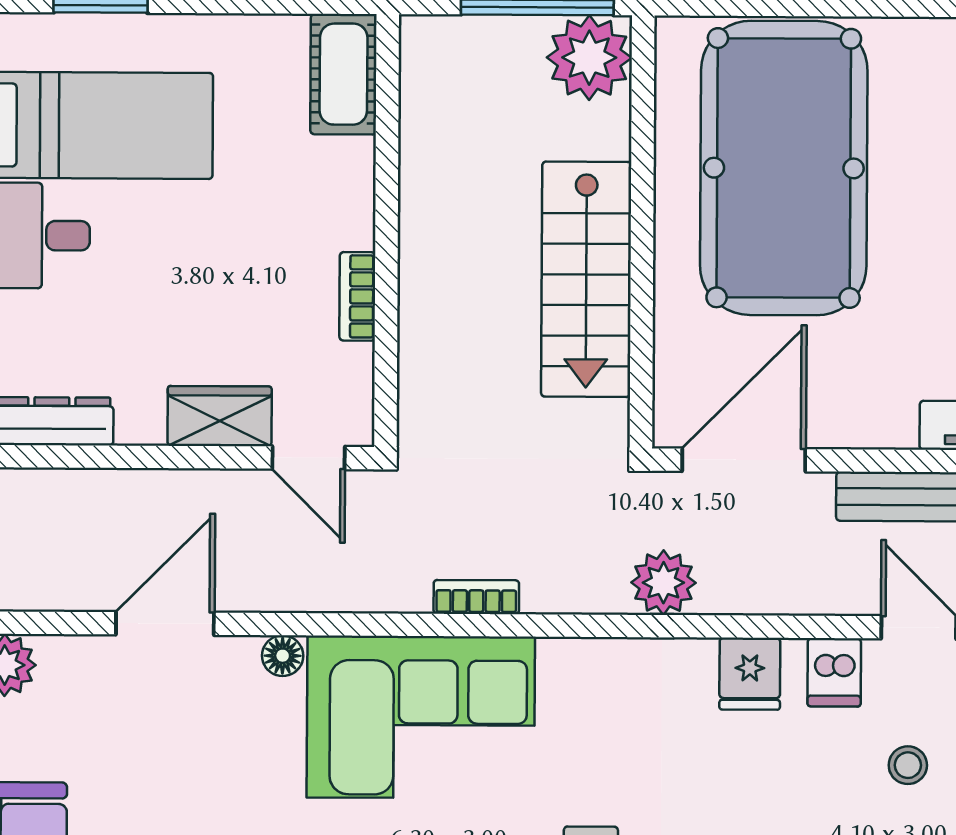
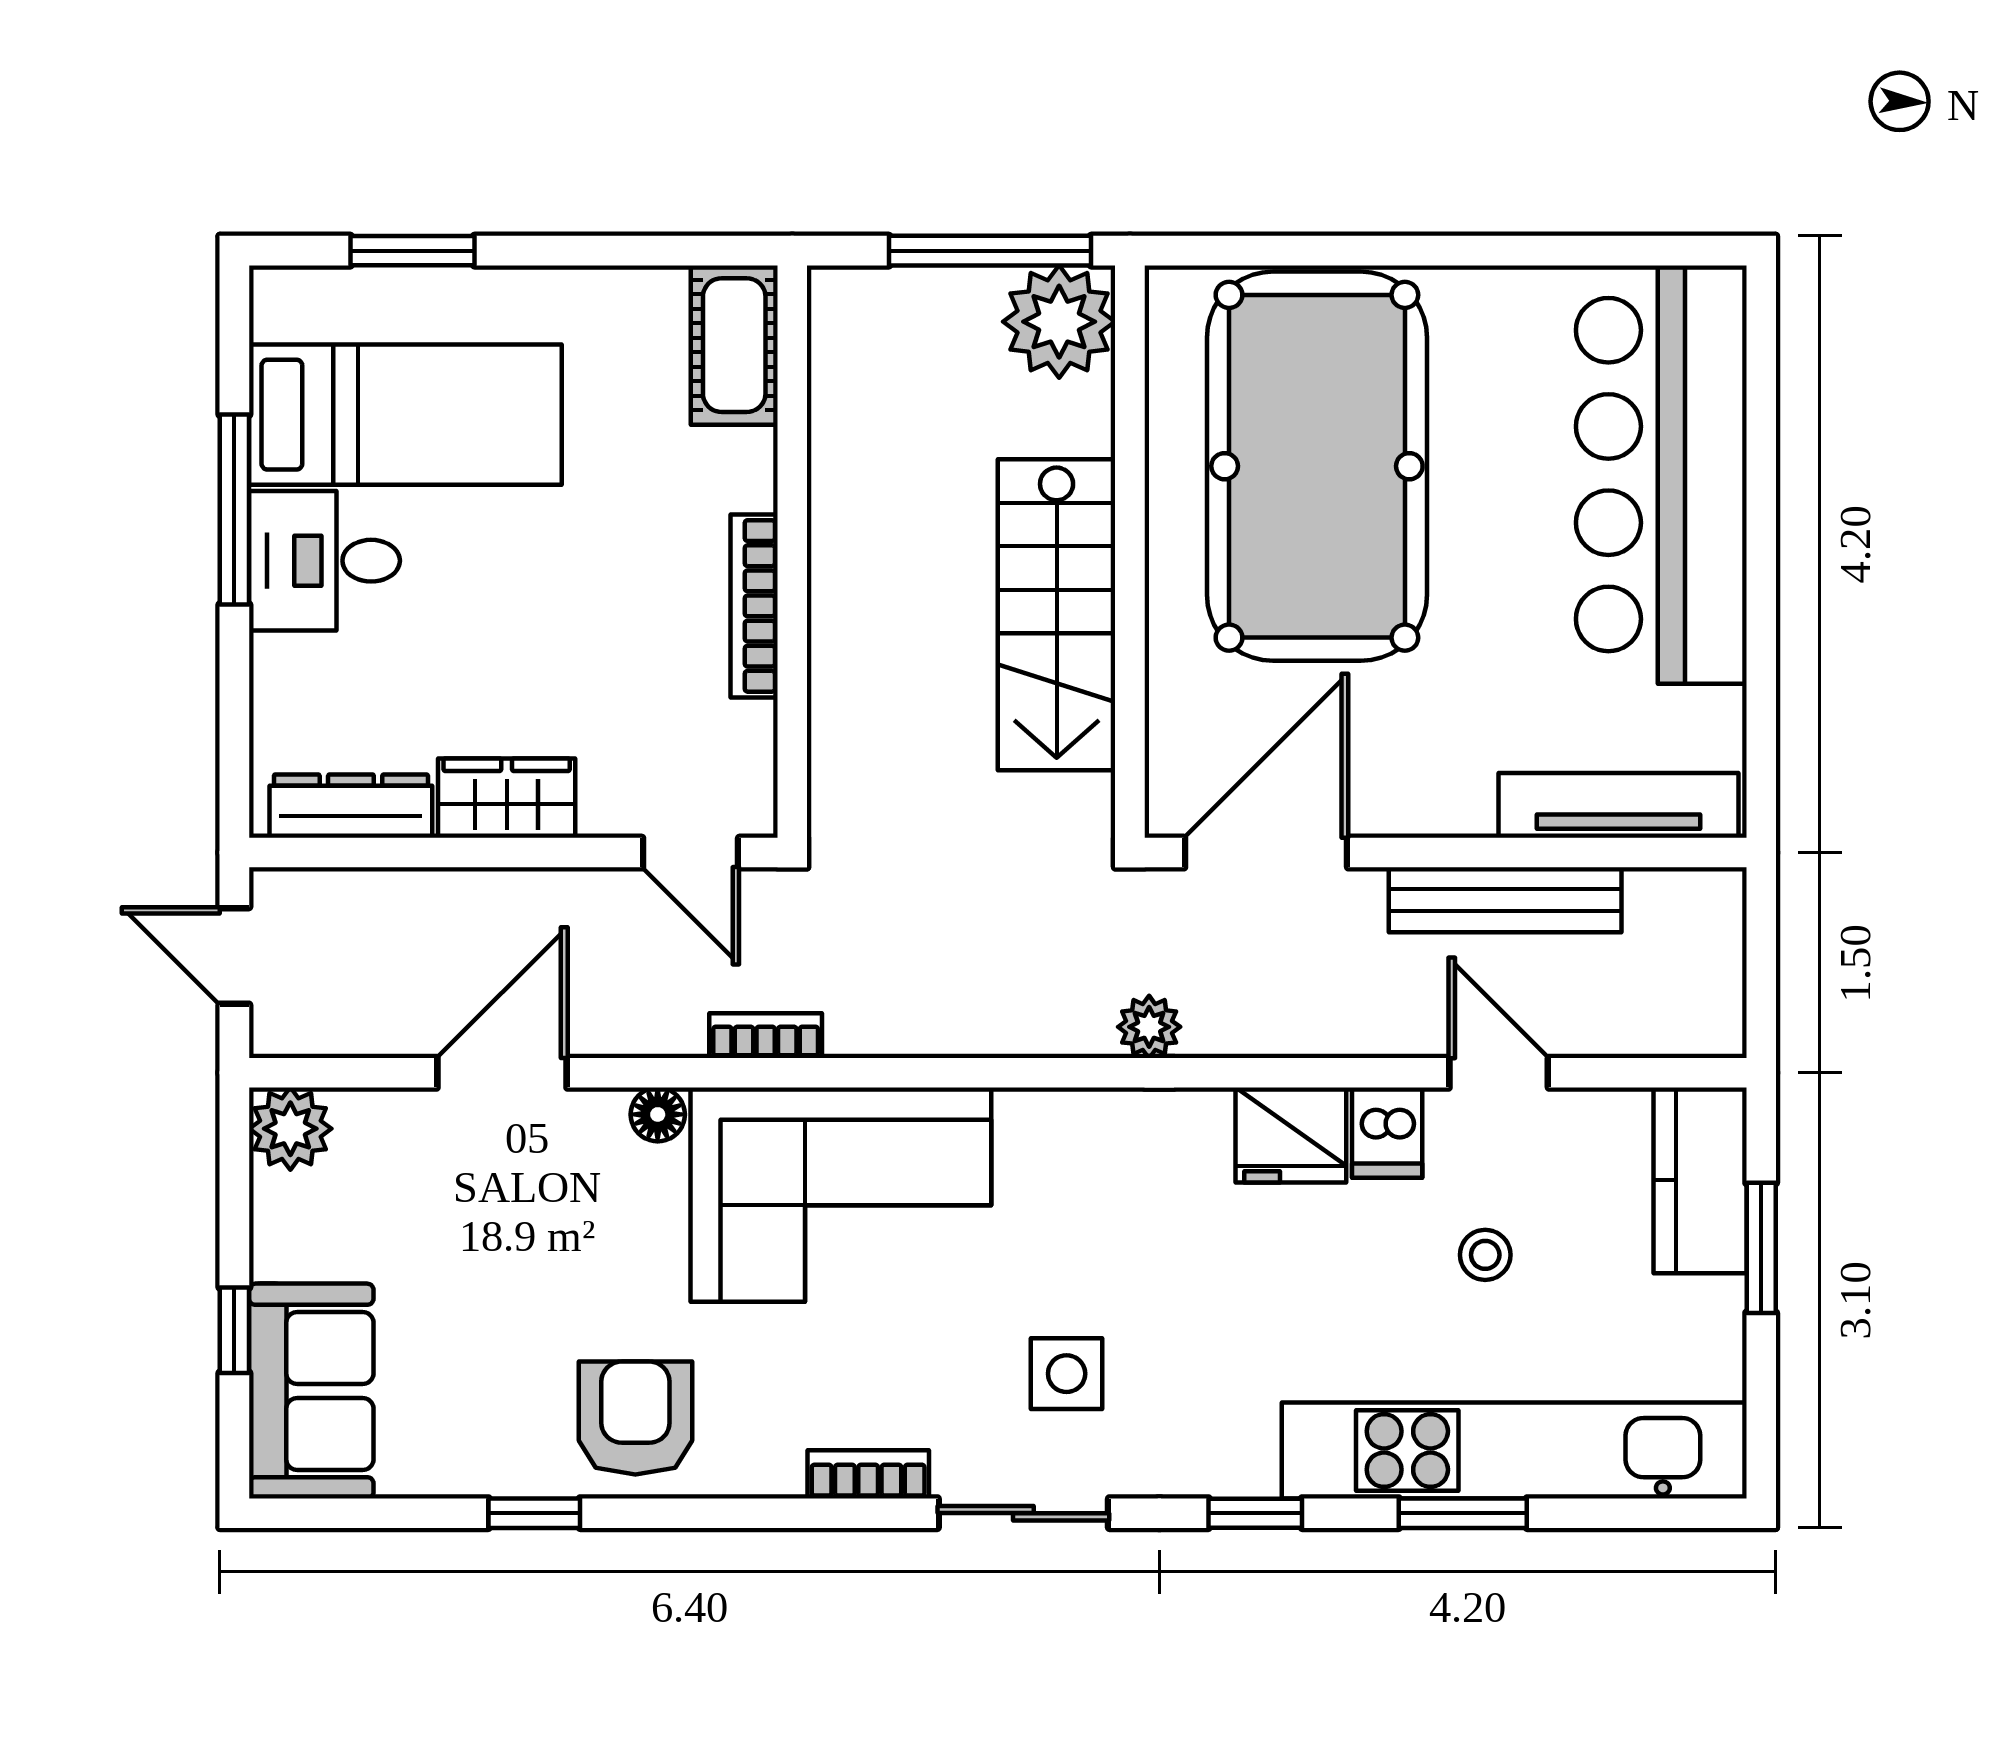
bookcase: (357, 296) -> (754, 606), width x1.56
wardrobe: (220, 416) -> (507, 798), moved
plant: (663, 583) -> (1149, 1027), width x0.73, depth x0.73
bookcase: (476, 597) -> (766, 1036), moved
fridge: (750, 674) -> (1291, 1135), width x1.38

